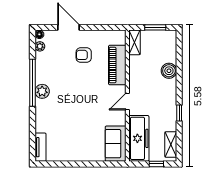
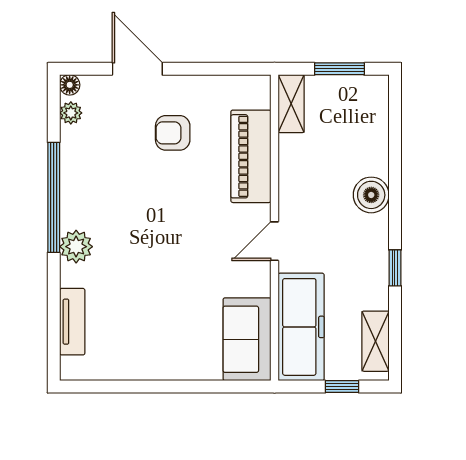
boiler: (169, 71) -> (371, 195), moved
plant: (42, 91) -> (76, 247), moved
tv unit: (40, 147) -> (72, 322), moved

